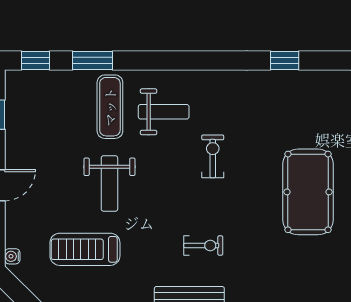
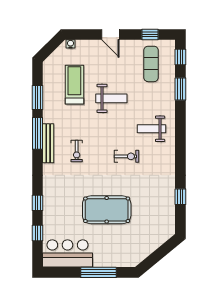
exercise mat: (110, 107) -> (151, 64), moved, turned 90
weight bench: (164, 112) -> (152, 129), turned 90
weight bench: (109, 183) -> (111, 98), turned 180

